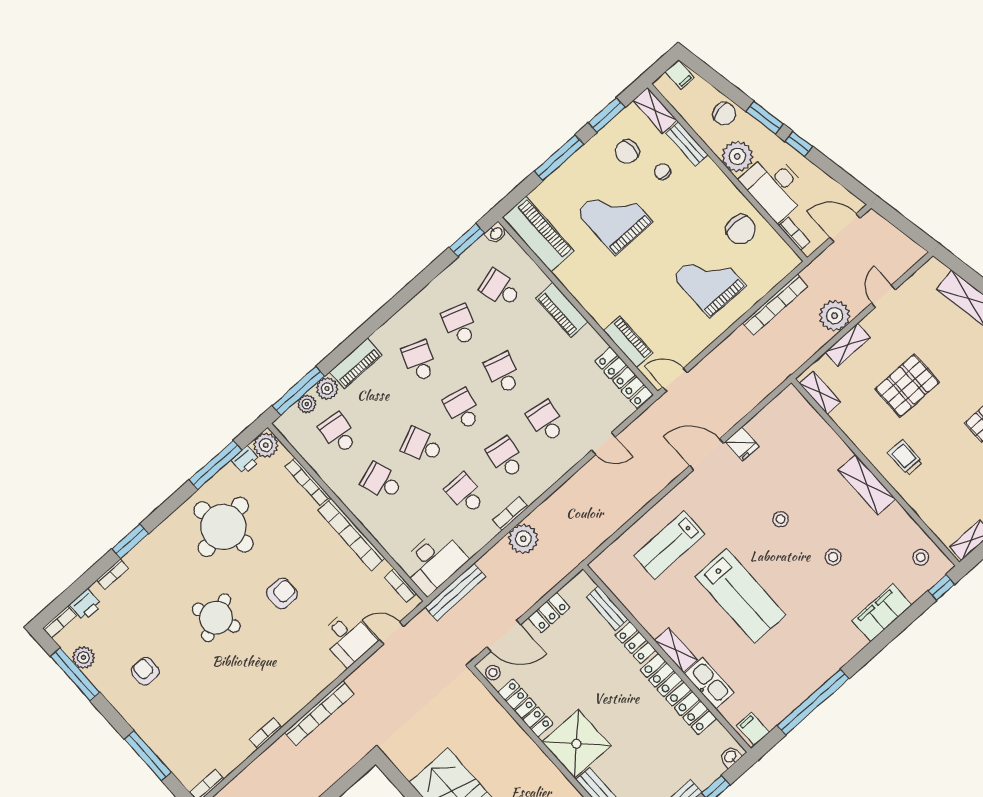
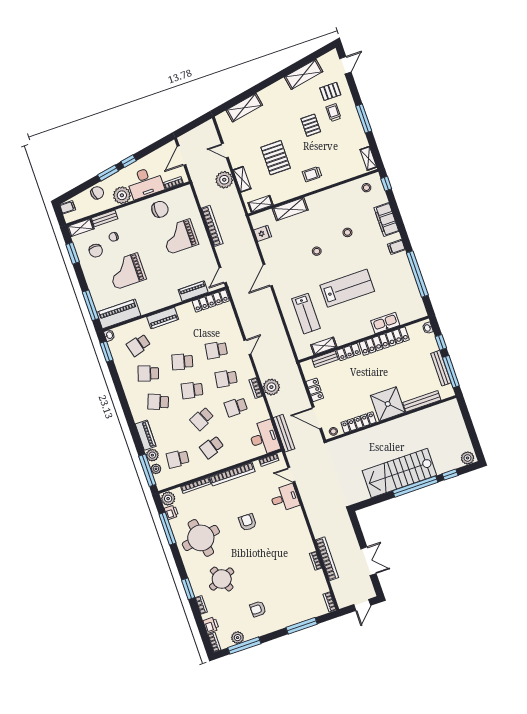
window: (559, 158) -> (91, 305), moved
bookcase: (775, 305) -> (212, 226), moved
door: (603, 444) -> (247, 347), moved
fridge: (742, 444) -> (263, 233), moved
shelving: (867, 485) -> (290, 209), moved
round table: (216, 618) -> (222, 579), moved
door: (392, 633) -> (291, 475), hinge flipped
door: (504, 636) -> (317, 418), swing flipped
shelving: (676, 650) -> (324, 346), moved
bookcase: (319, 713) -> (327, 559), moved
filing cabinet: (753, 729) -> (396, 247), moved

